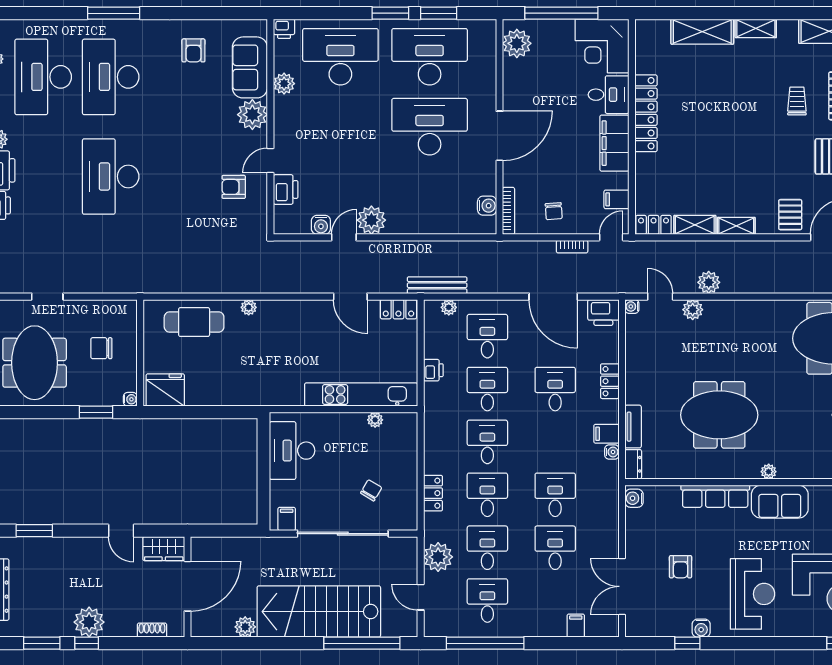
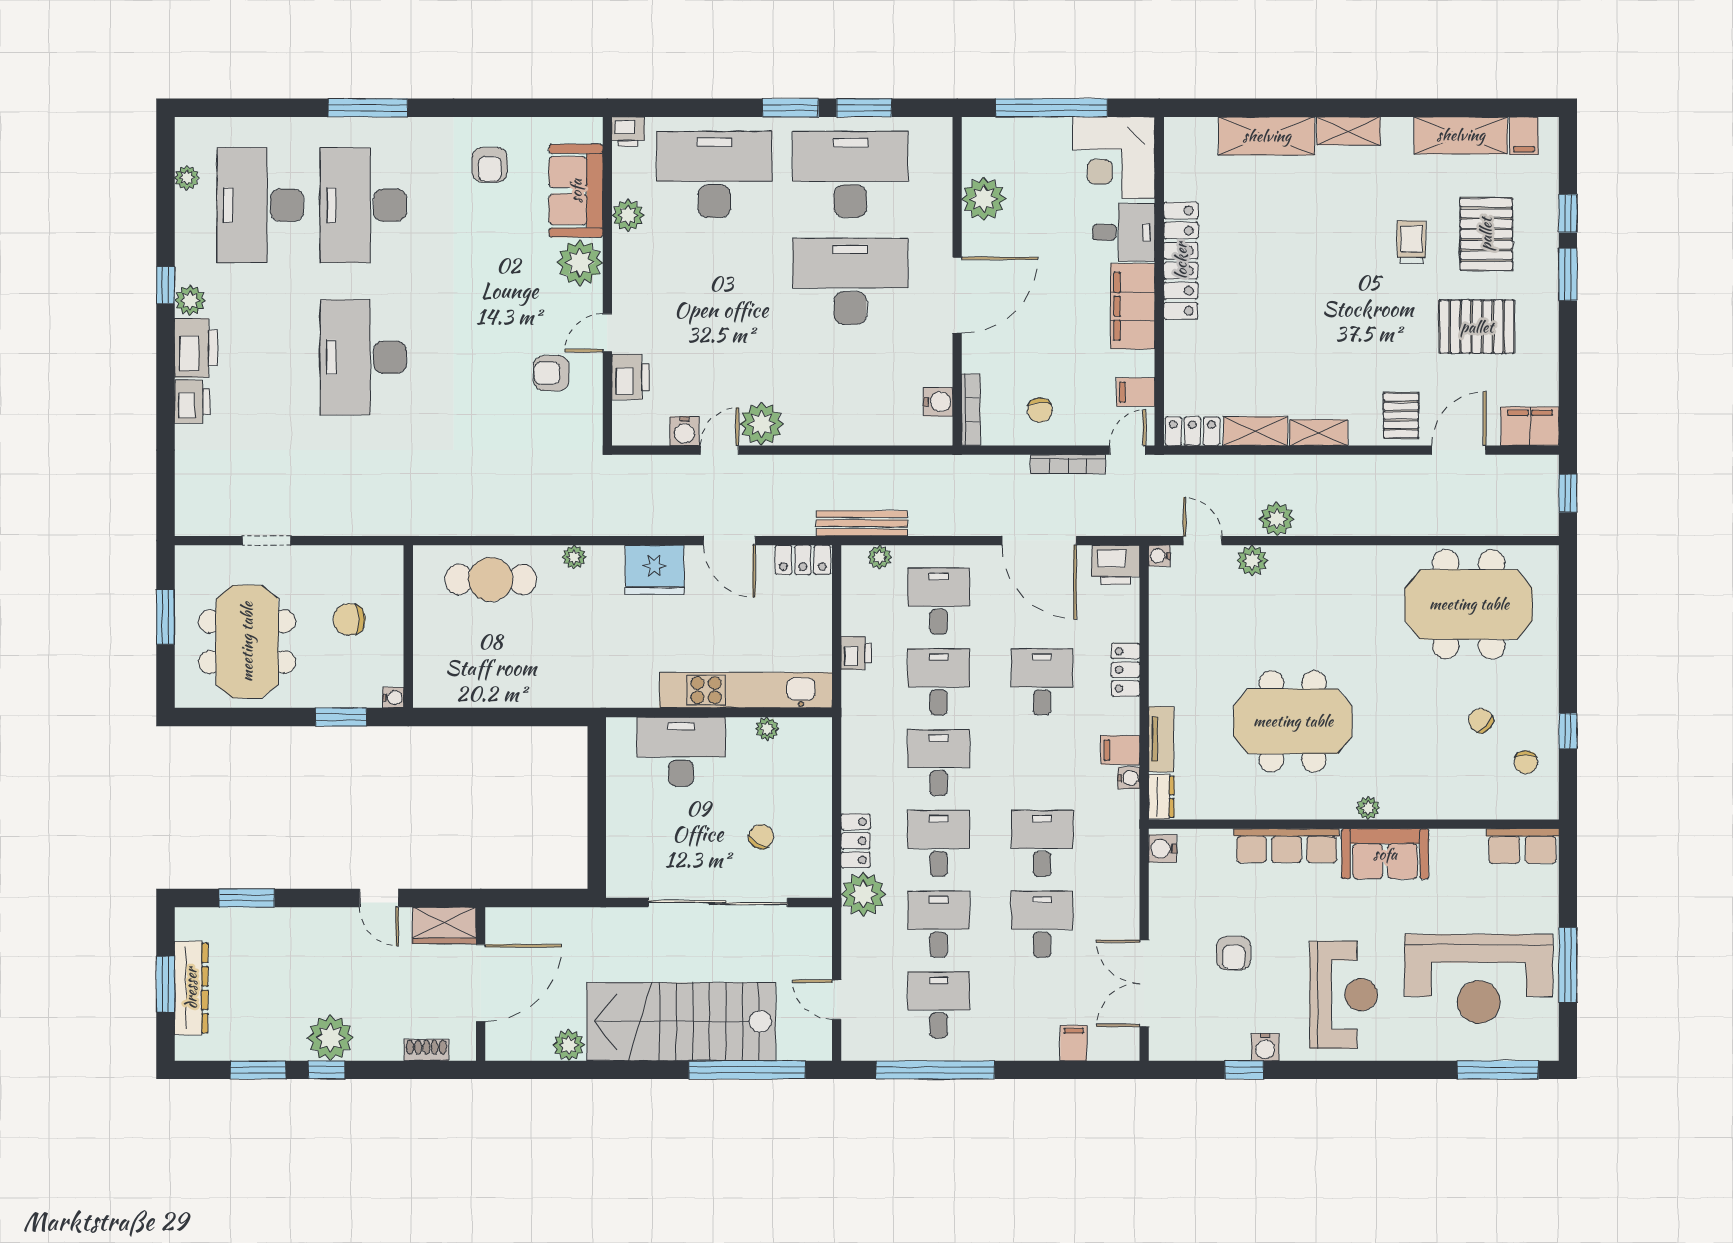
plant: (517, 43) -> (984, 199), moved
bookcase: (572, 247) -> (1068, 464), width x1.56
fridge: (165, 390) -> (655, 570), moved, turned 180
desk: (292, 451) -> (681, 752), moved, turned 90
filing cabinet: (287, 519) -> (632, 880), removed
plant: (438, 557) -> (863, 894), moved

